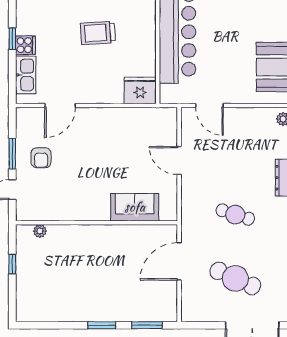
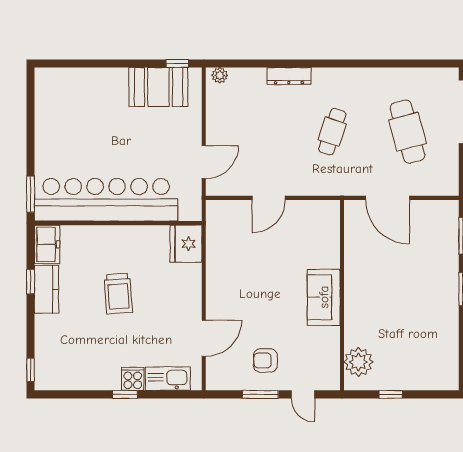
door: (60, 106) -> (204, 338), hinge flipped
armchair: (41, 158) -> (265, 360), turned 180
sofa: (135, 207) -> (324, 297), moved
plant: (40, 231) -> (358, 362), width x1.87, depth x1.87
cafe table: (235, 278) -> (408, 132), turned -39

